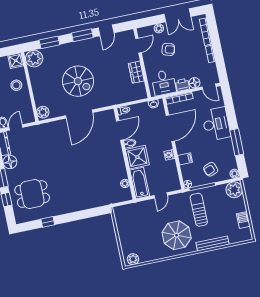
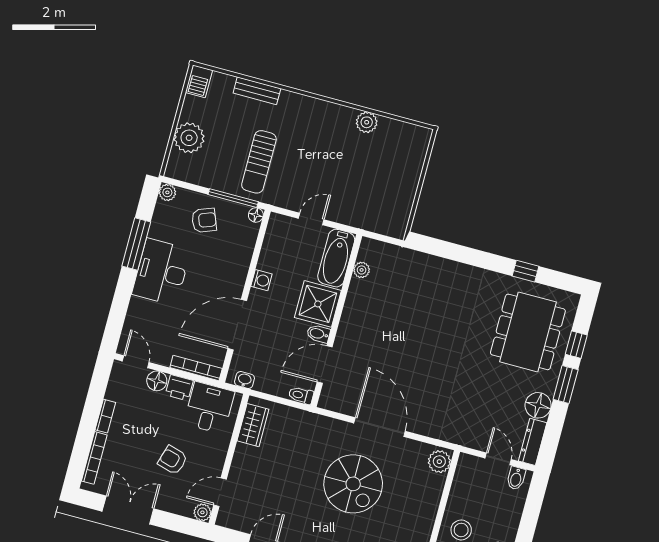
plant: (159, 28) -> (202, 512), moved
wardrobe: (136, 72) -> (253, 425), moved
spiral stairs: (78, 81) -> (353, 484), turned 180
door: (79, 114) -> (380, 427), hinge flipped
desk: (216, 124) -> (161, 272), moved
door: (16, 127) -> (498, 459), swing flipped
filing cabinet: (185, 159) -> (238, 260), removed
plant: (234, 190) -> (189, 138), moved
dining table: (32, 194) -> (528, 332), width x1.38
barbecue: (243, 220) -> (199, 81), moved
parasol: (177, 235) -> (319, 138), removed
bench: (212, 244) -> (257, 91), width x0.73
plant: (133, 259) -> (367, 122), moved

